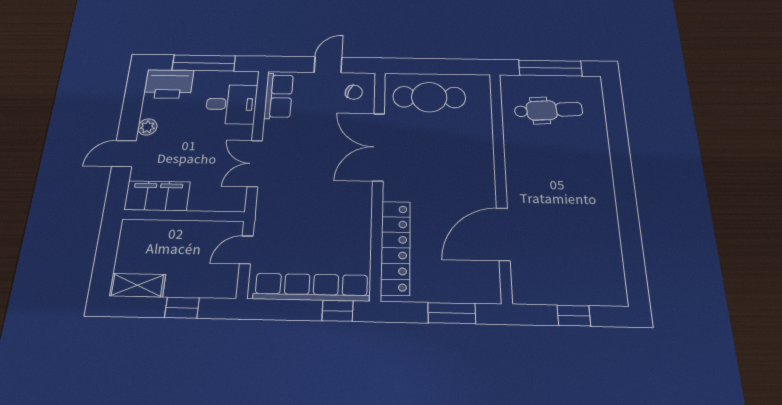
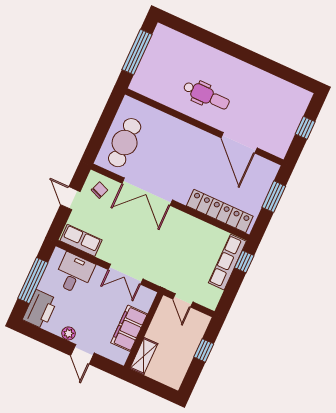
dental chair: (548, 110) -> (206, 95), moved, turned 94
filing cabinet: (157, 196) -> (129, 328), moved
shelving: (137, 285) -> (144, 356), moved
row of seats: (311, 287) -> (227, 262), width x0.73

